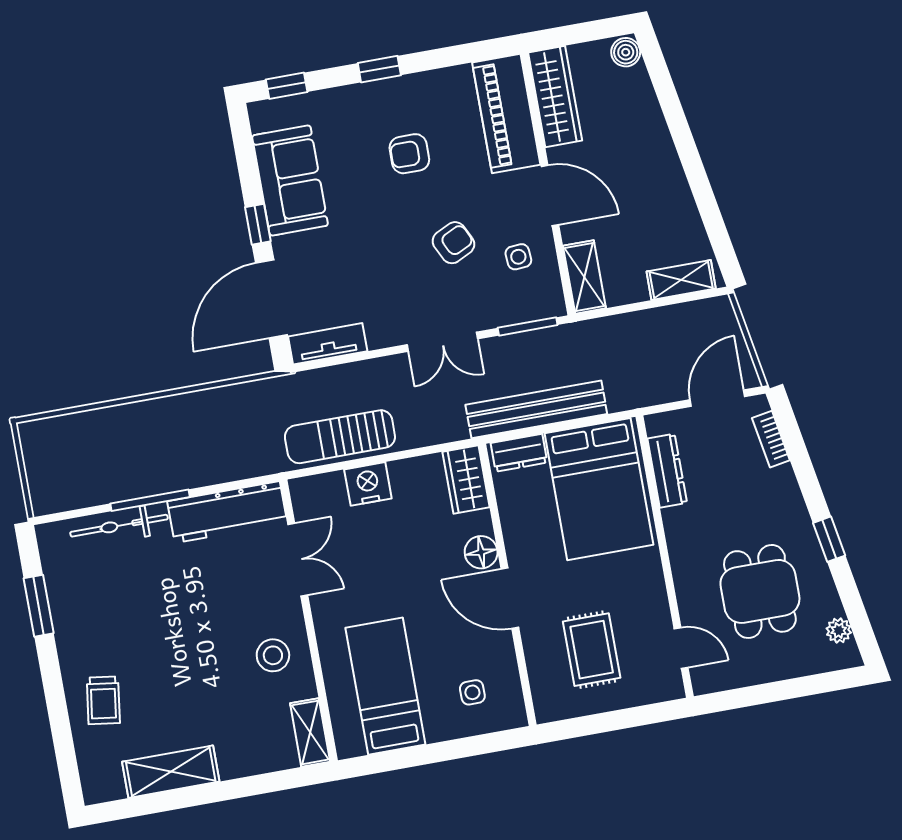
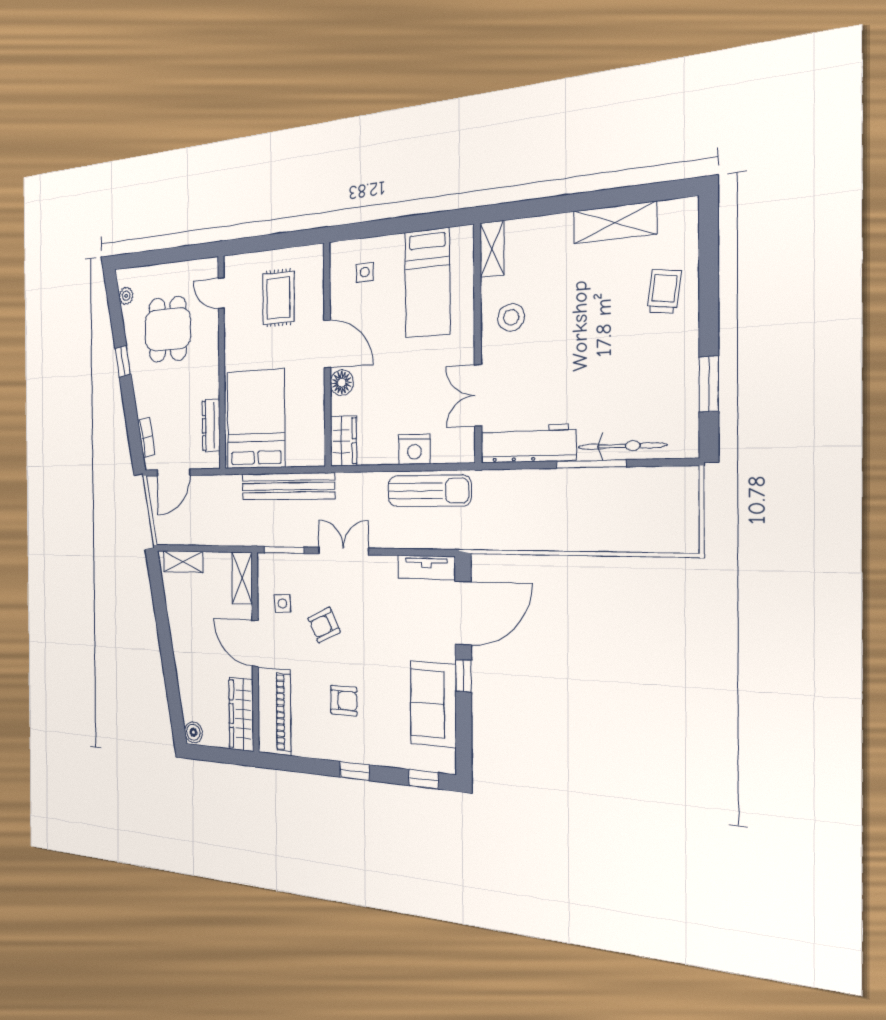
dresser: (519, 453) -> (304, 455), removed

